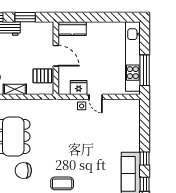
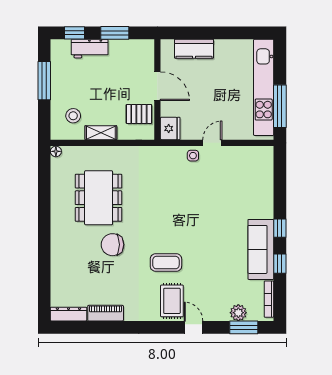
kitchen counter: (72, 29) -> (194, 49), moved
fridge: (79, 87) -> (170, 128), moved, turned 90
door: (96, 97) -> (212, 143), swing flipped

